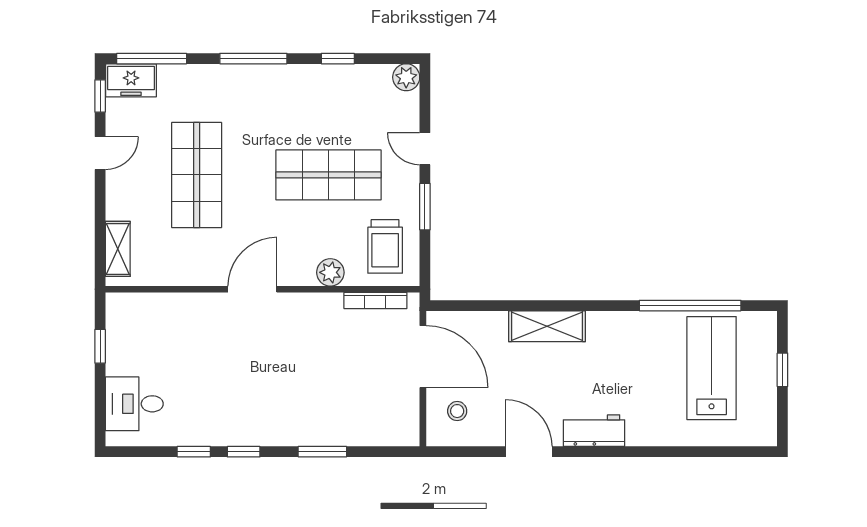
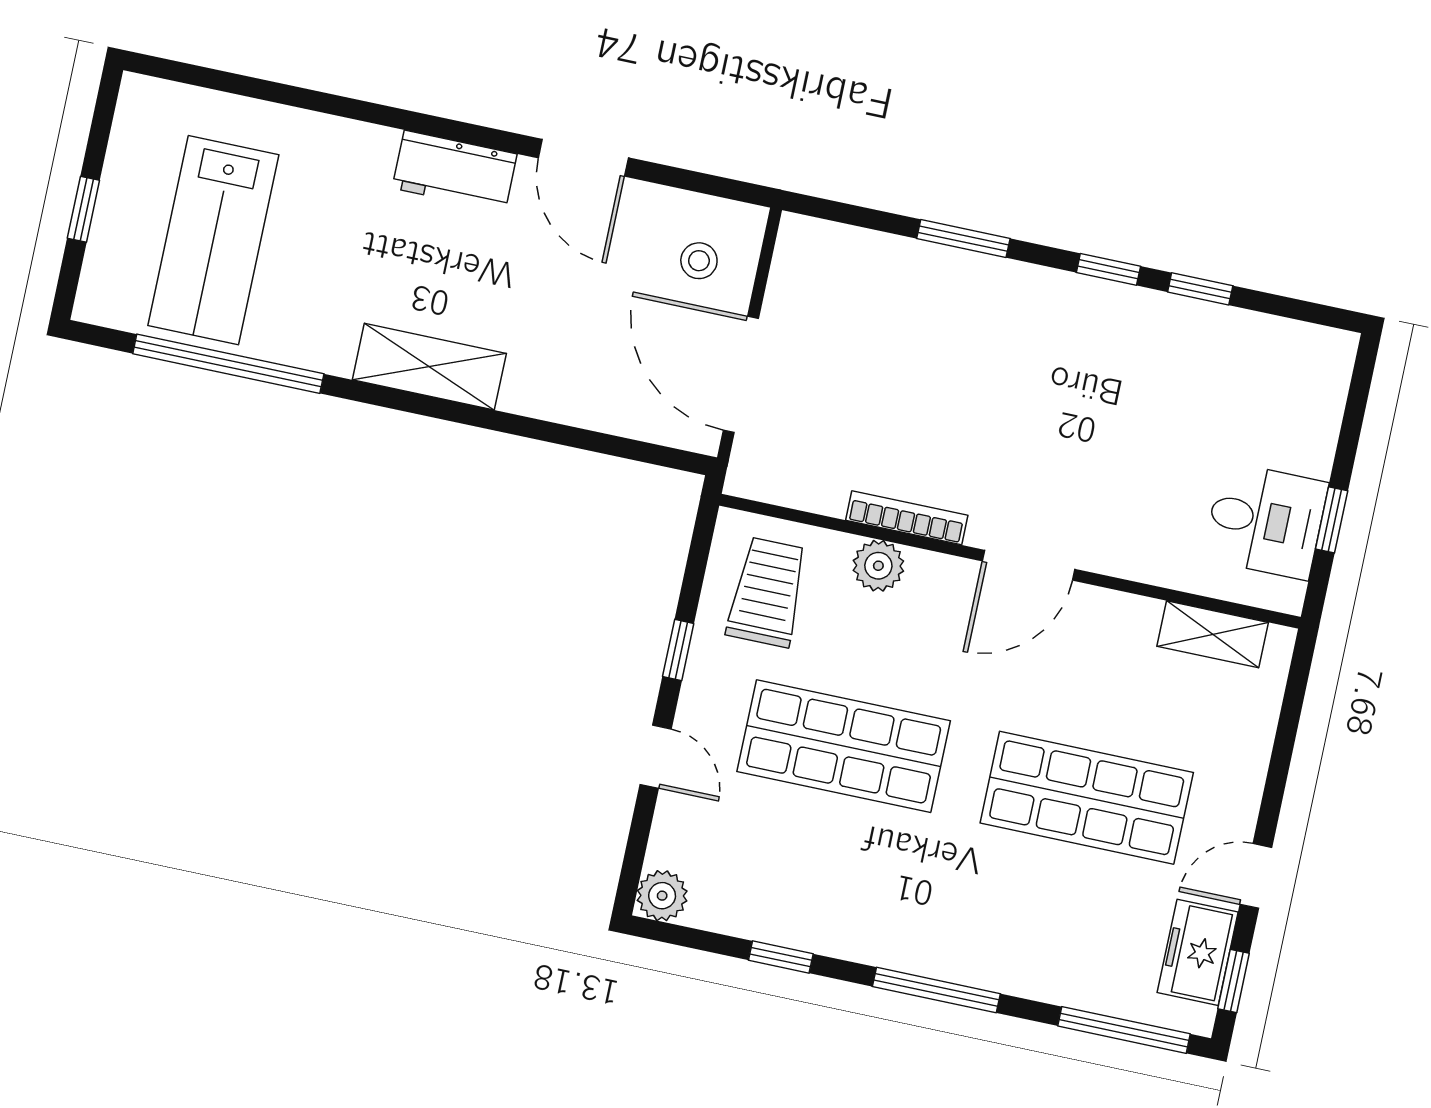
freezer: (131, 80) -> (1198, 952), moved, turned -90
shop shelf: (197, 175) -> (1087, 798), turned 90
window: (425, 207) -> (678, 650), width x0.67
shelving: (118, 249) -> (1213, 634), moved, turned 90
bookcase: (375, 300) -> (907, 518), moved
shelving: (547, 326) -> (429, 367), moved
desk: (134, 404) -> (1266, 521), moved

